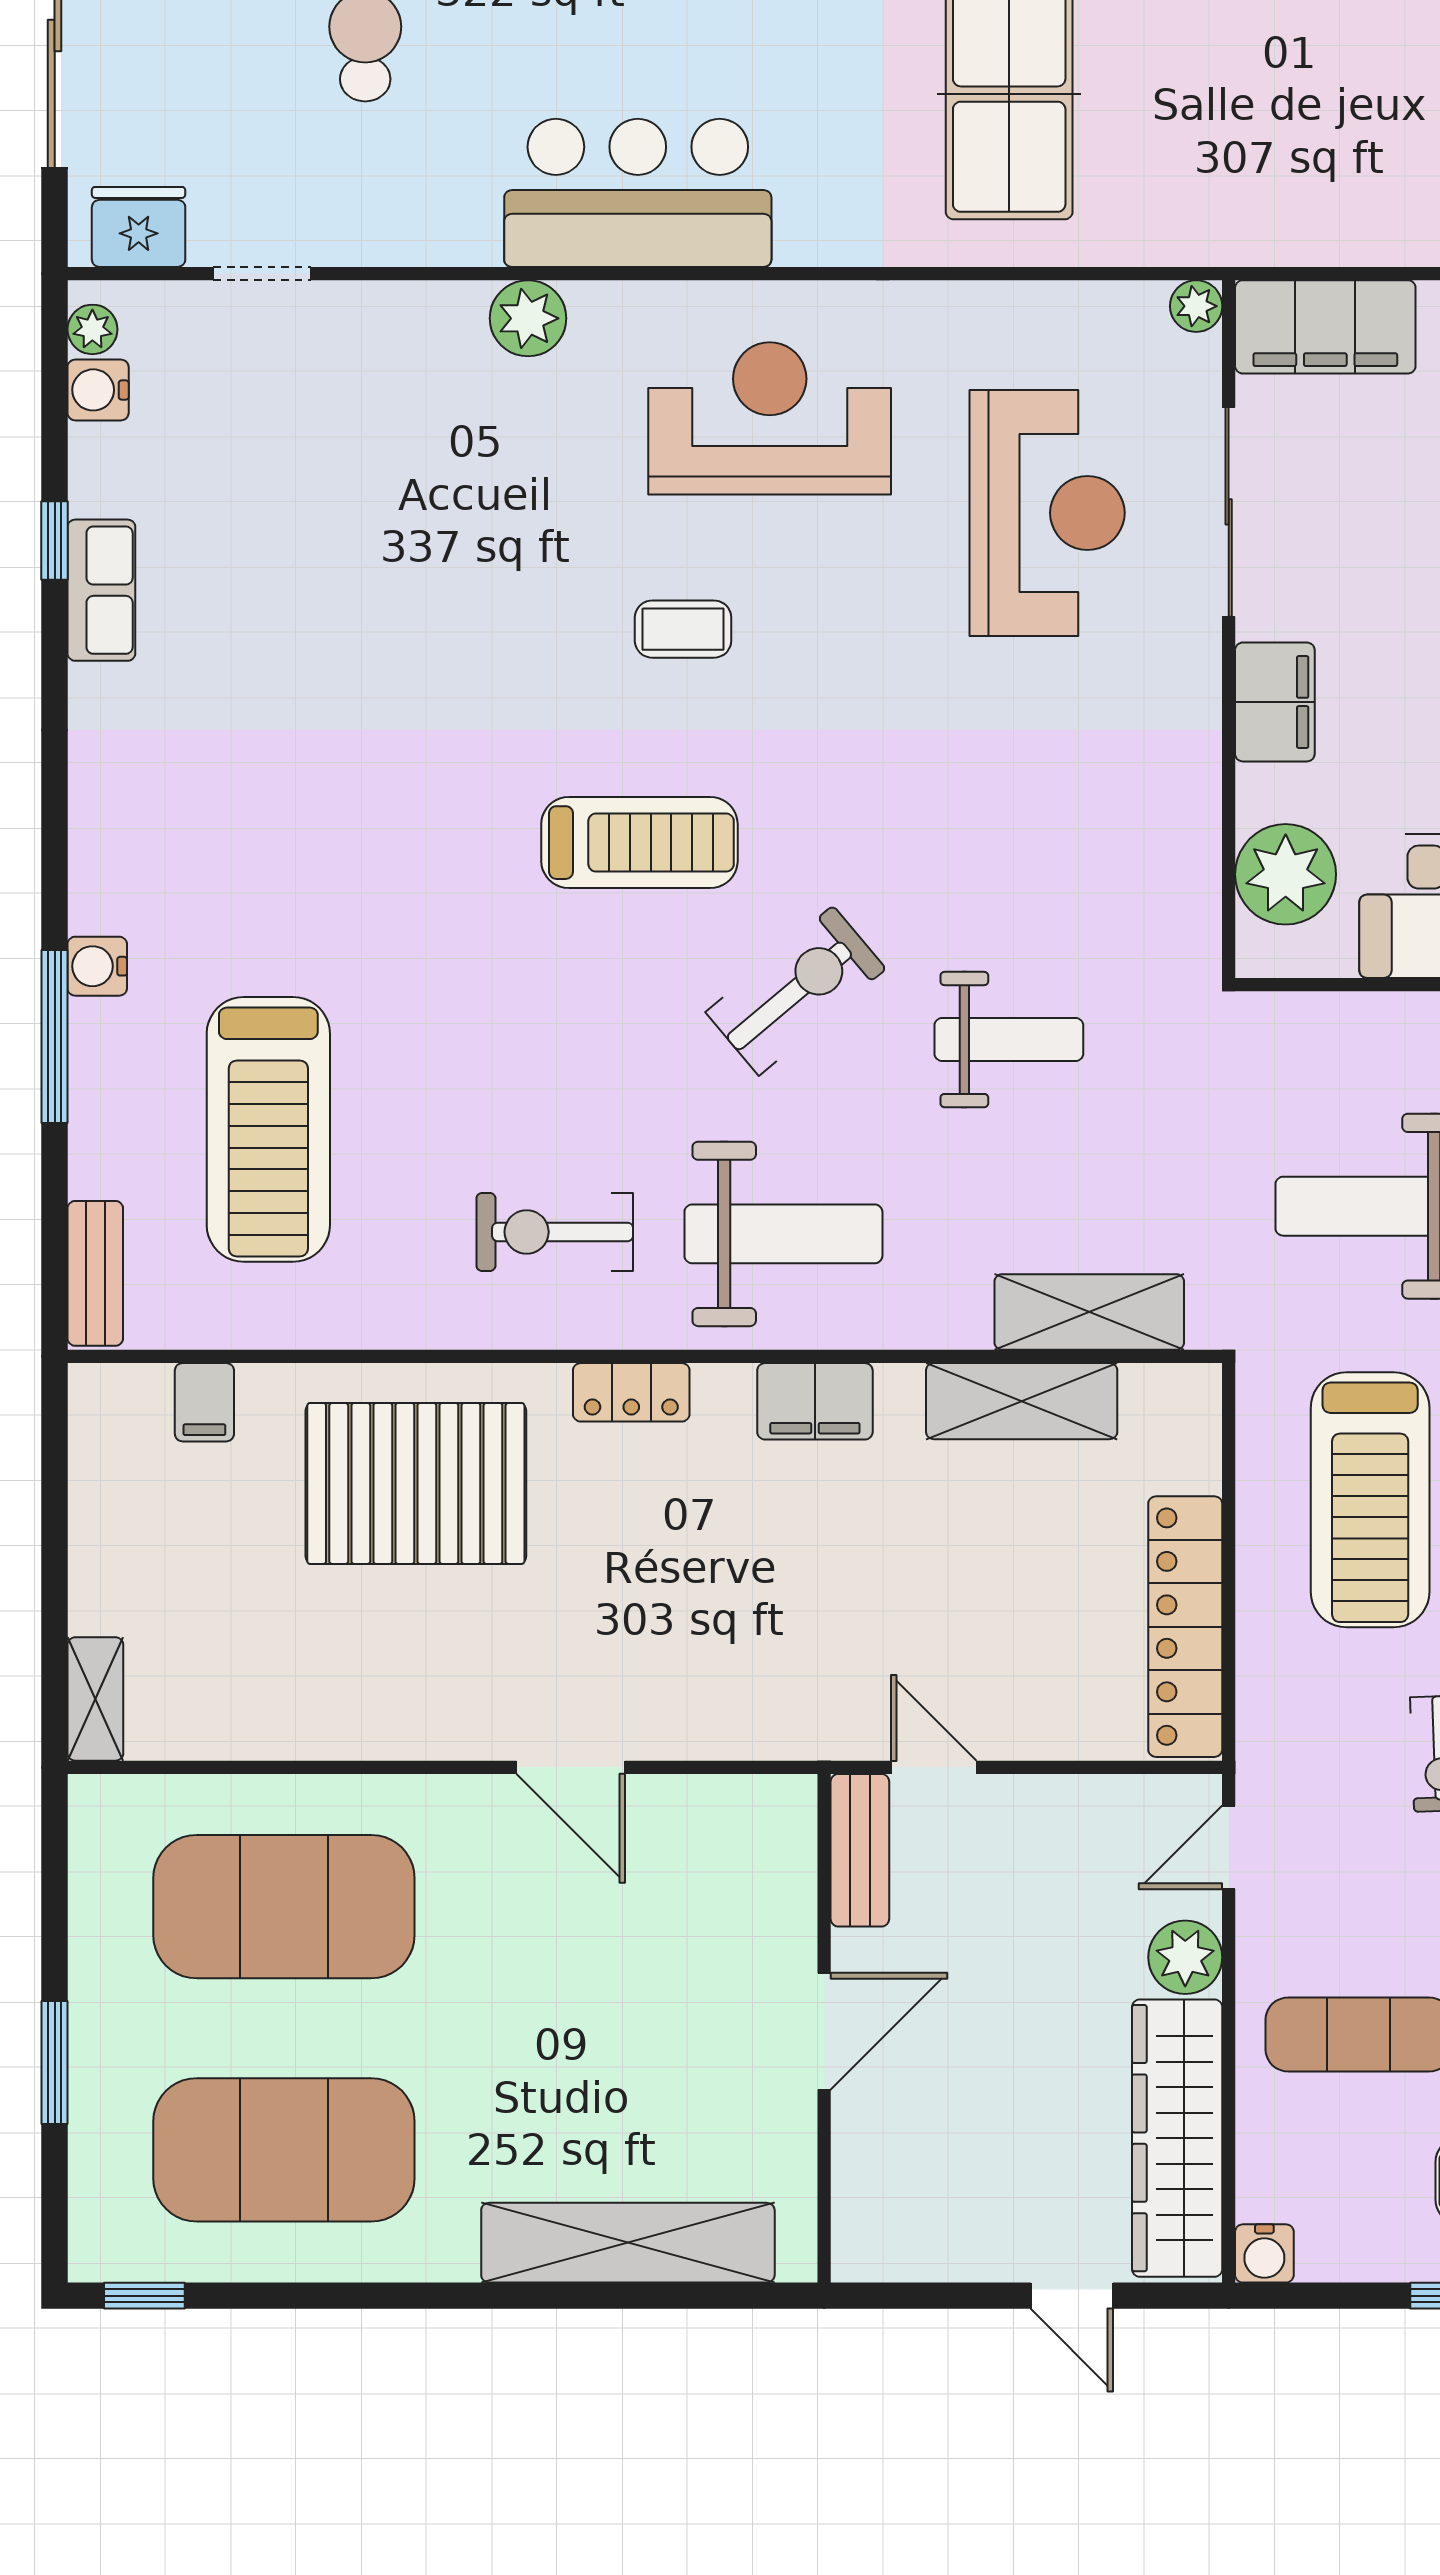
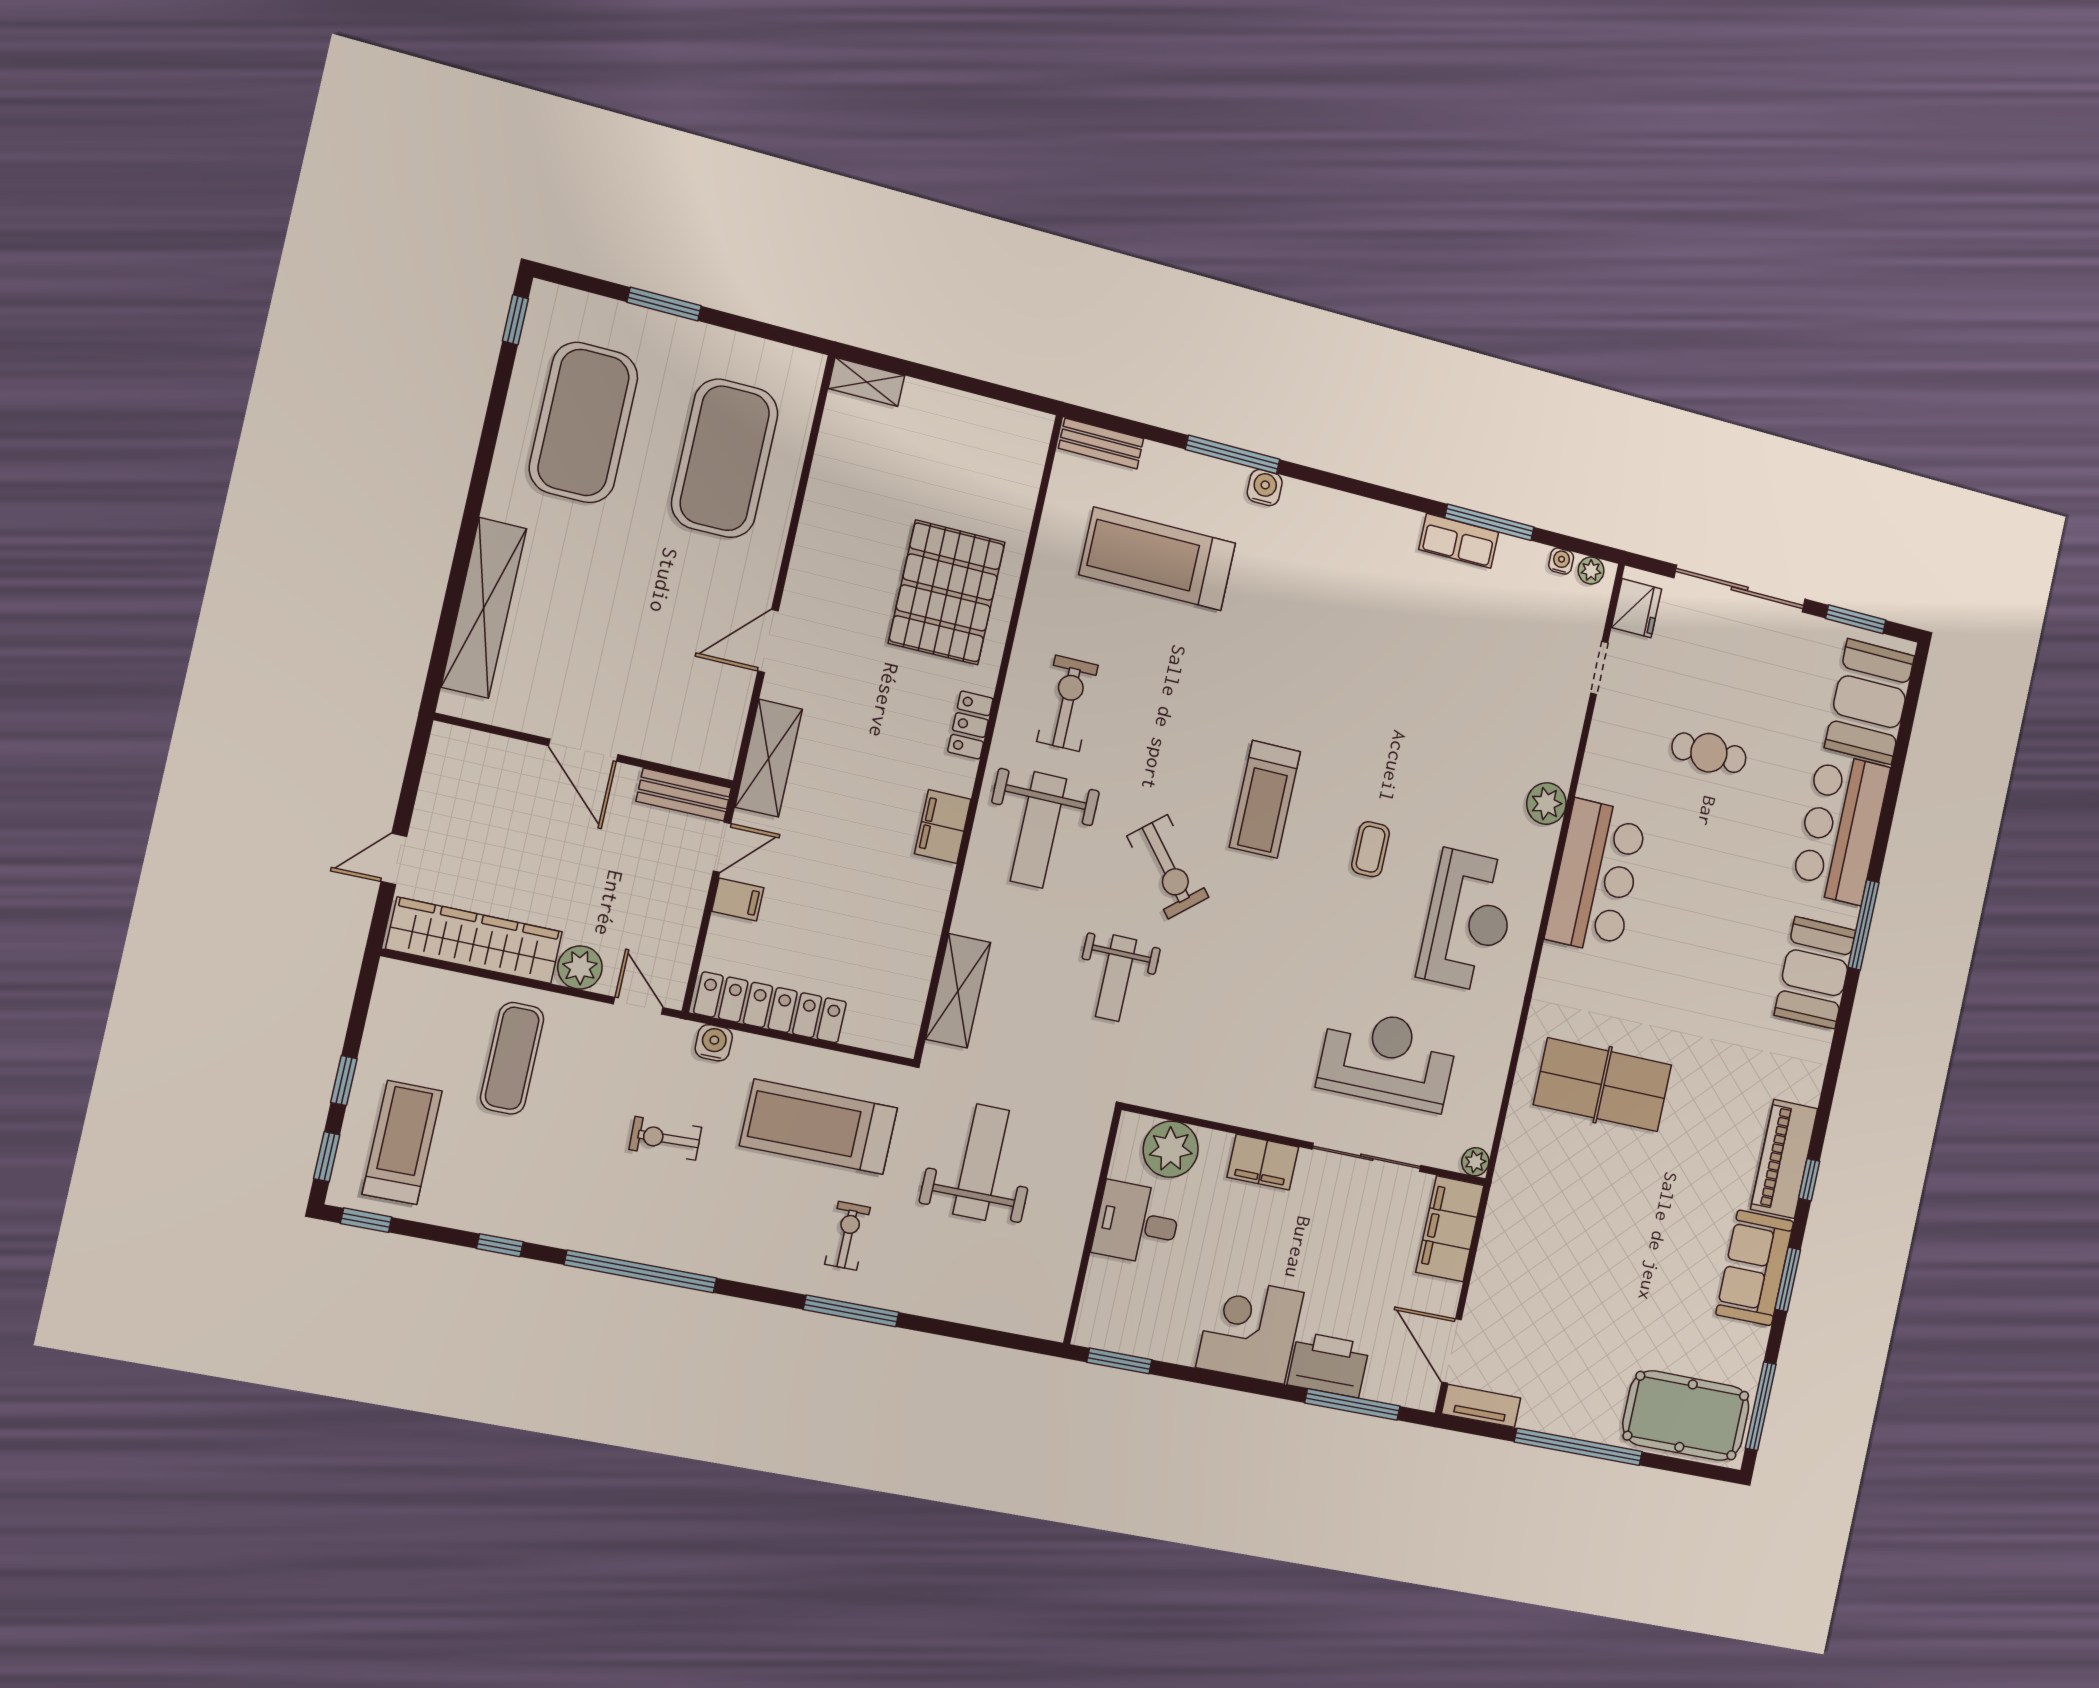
water cooler: (98, 390) -> (1561, 561), width x0.72, depth x0.72
reception desk: (1047, 513) -> (1387, 1059), turned 180
window: (55, 541) -> (1489, 522), width x2.17
shelving: (1022, 1401) -> (769, 758), moved
filing cabinet: (204, 1402) -> (738, 900), moved, turned 180
water cooler: (1264, 2253) -> (714, 1043), moved, turned 90

